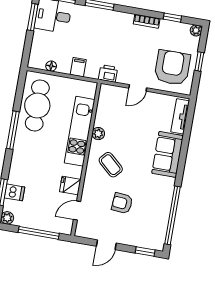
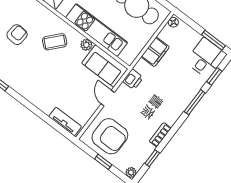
floor lamp: (51, 66) -> (173, 22), moved
filing cabinet: (78, 67) -> (155, 52), width x2.00
sofa: (168, 154) -> (105, 66), moved, turned 180

